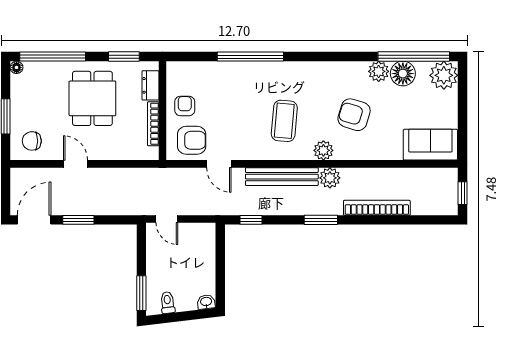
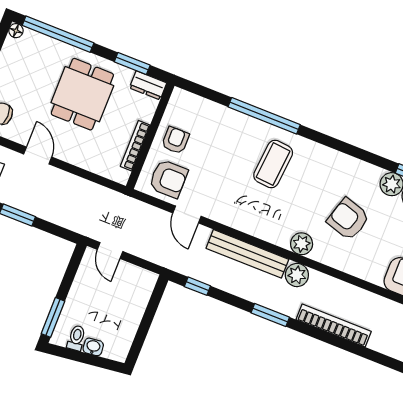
dresser: (151, 85) -> (148, 85), moved, turned -90
coffee table: (284, 121) -> (273, 164), moved
washbasin: (206, 302) -> (93, 347), moved

